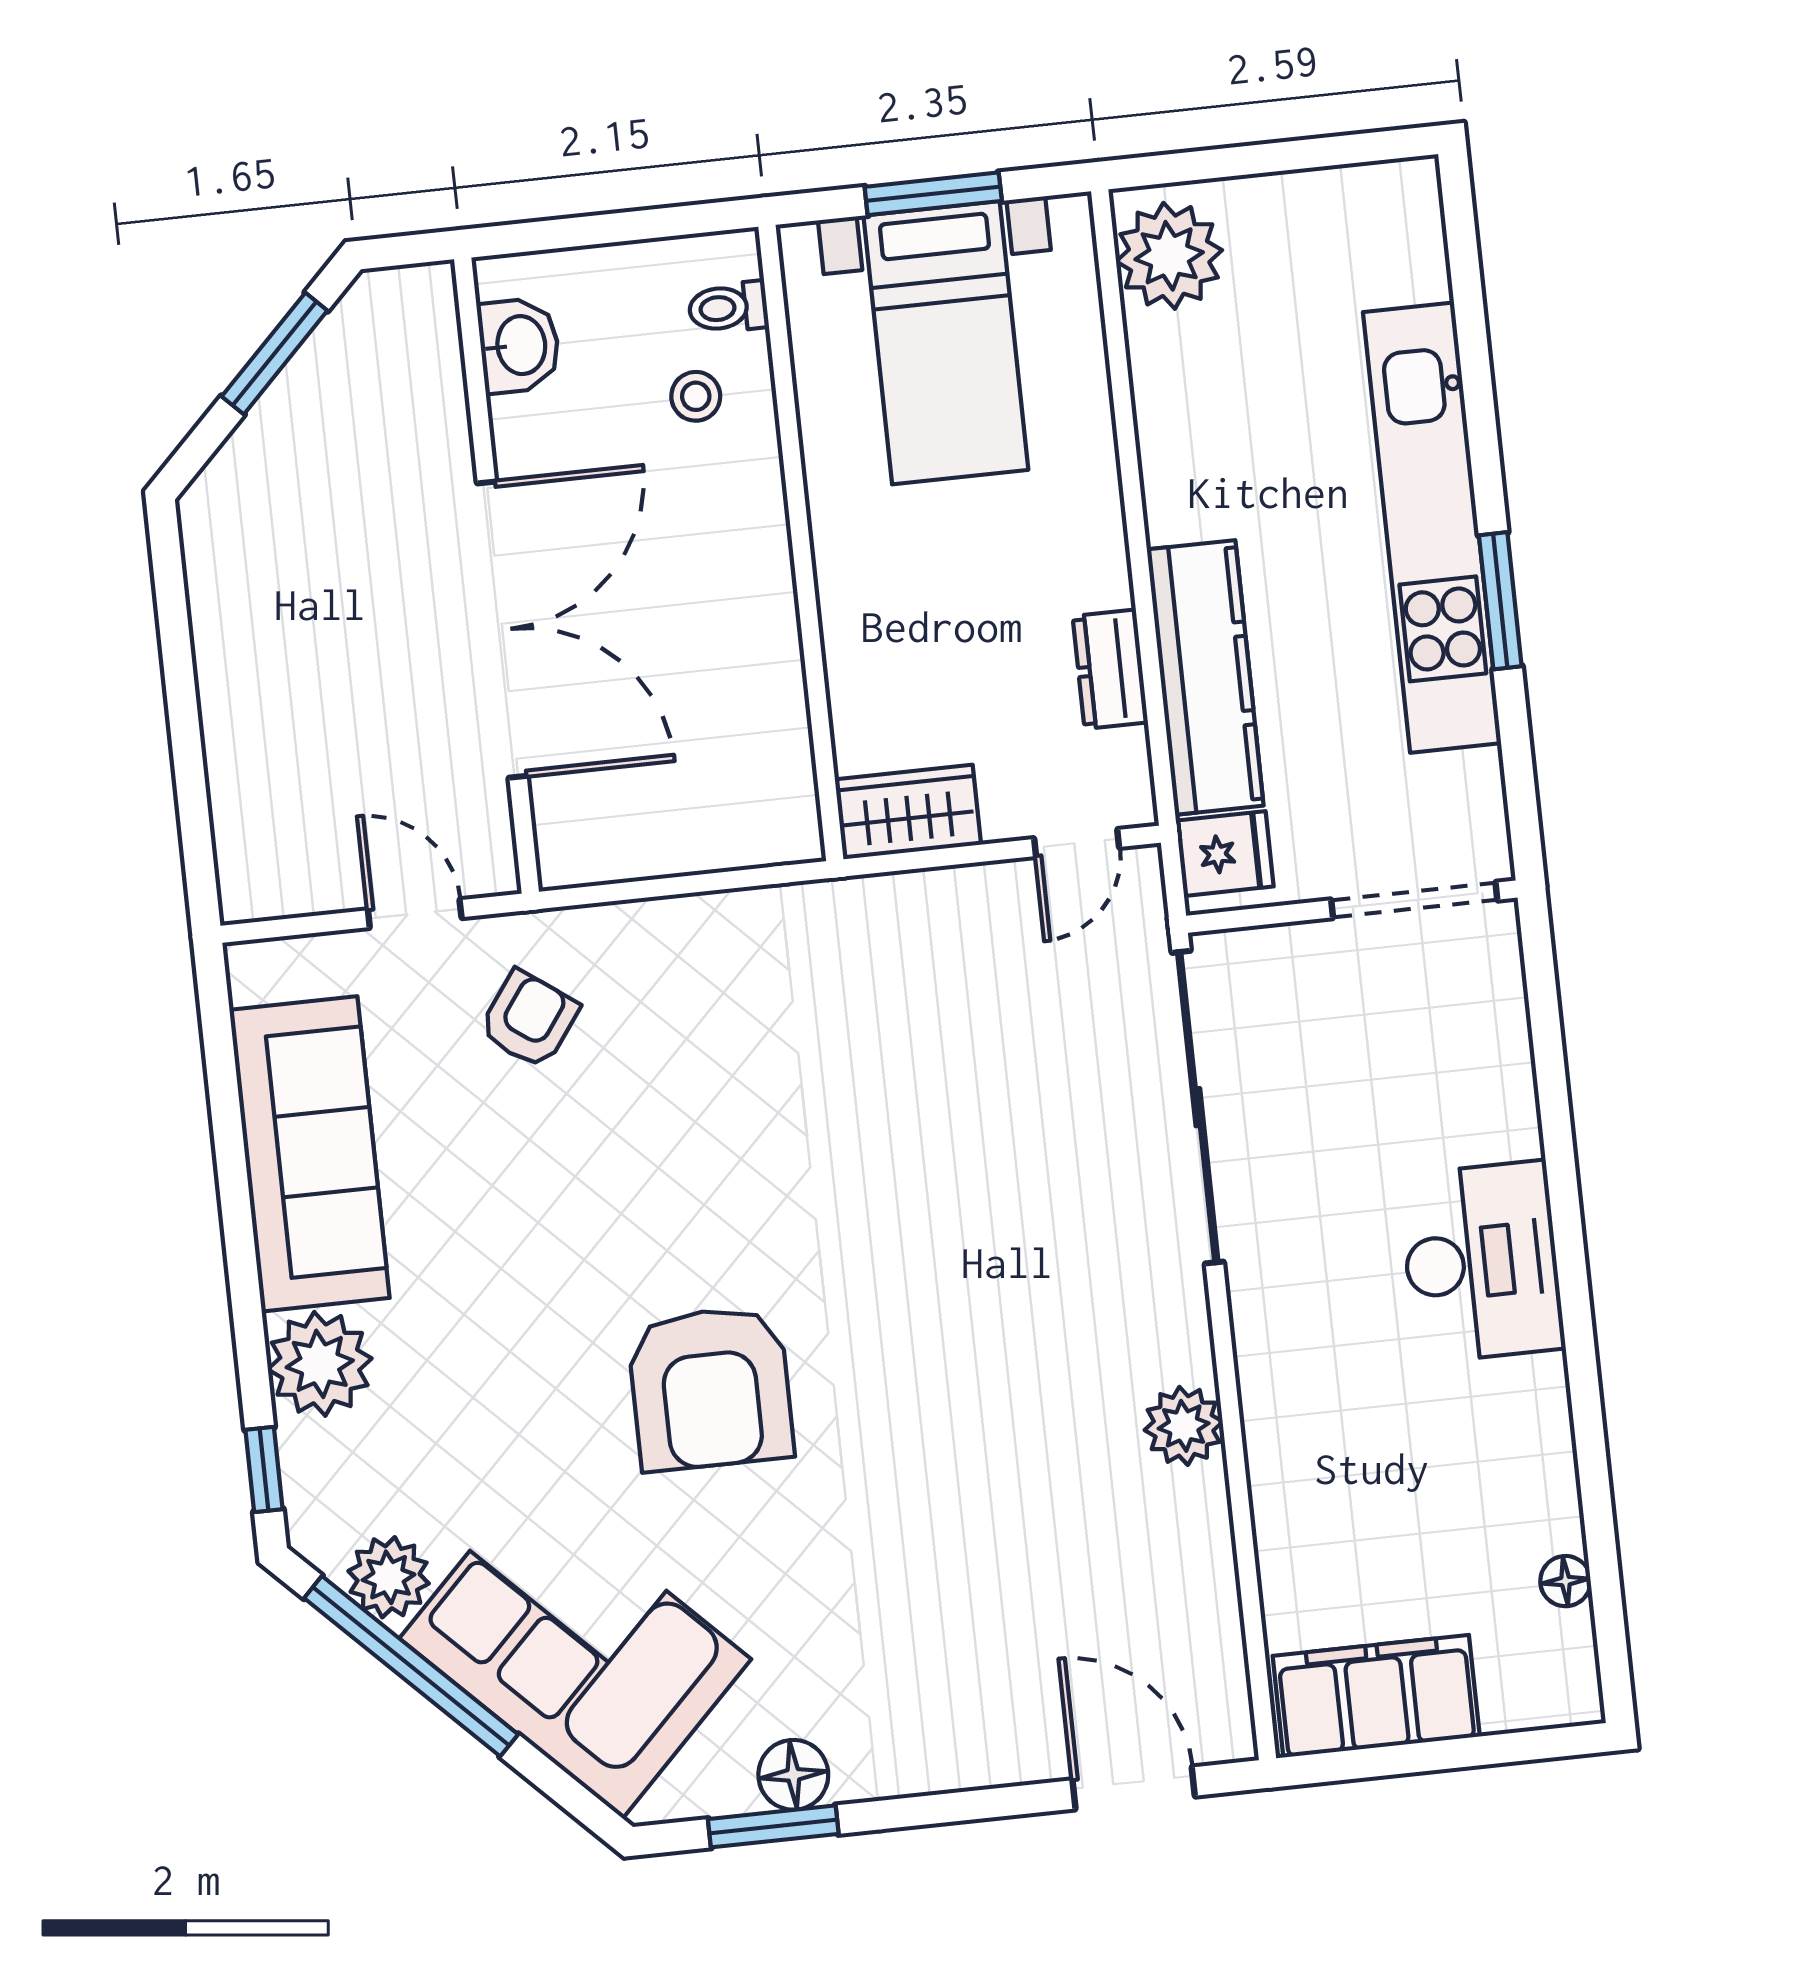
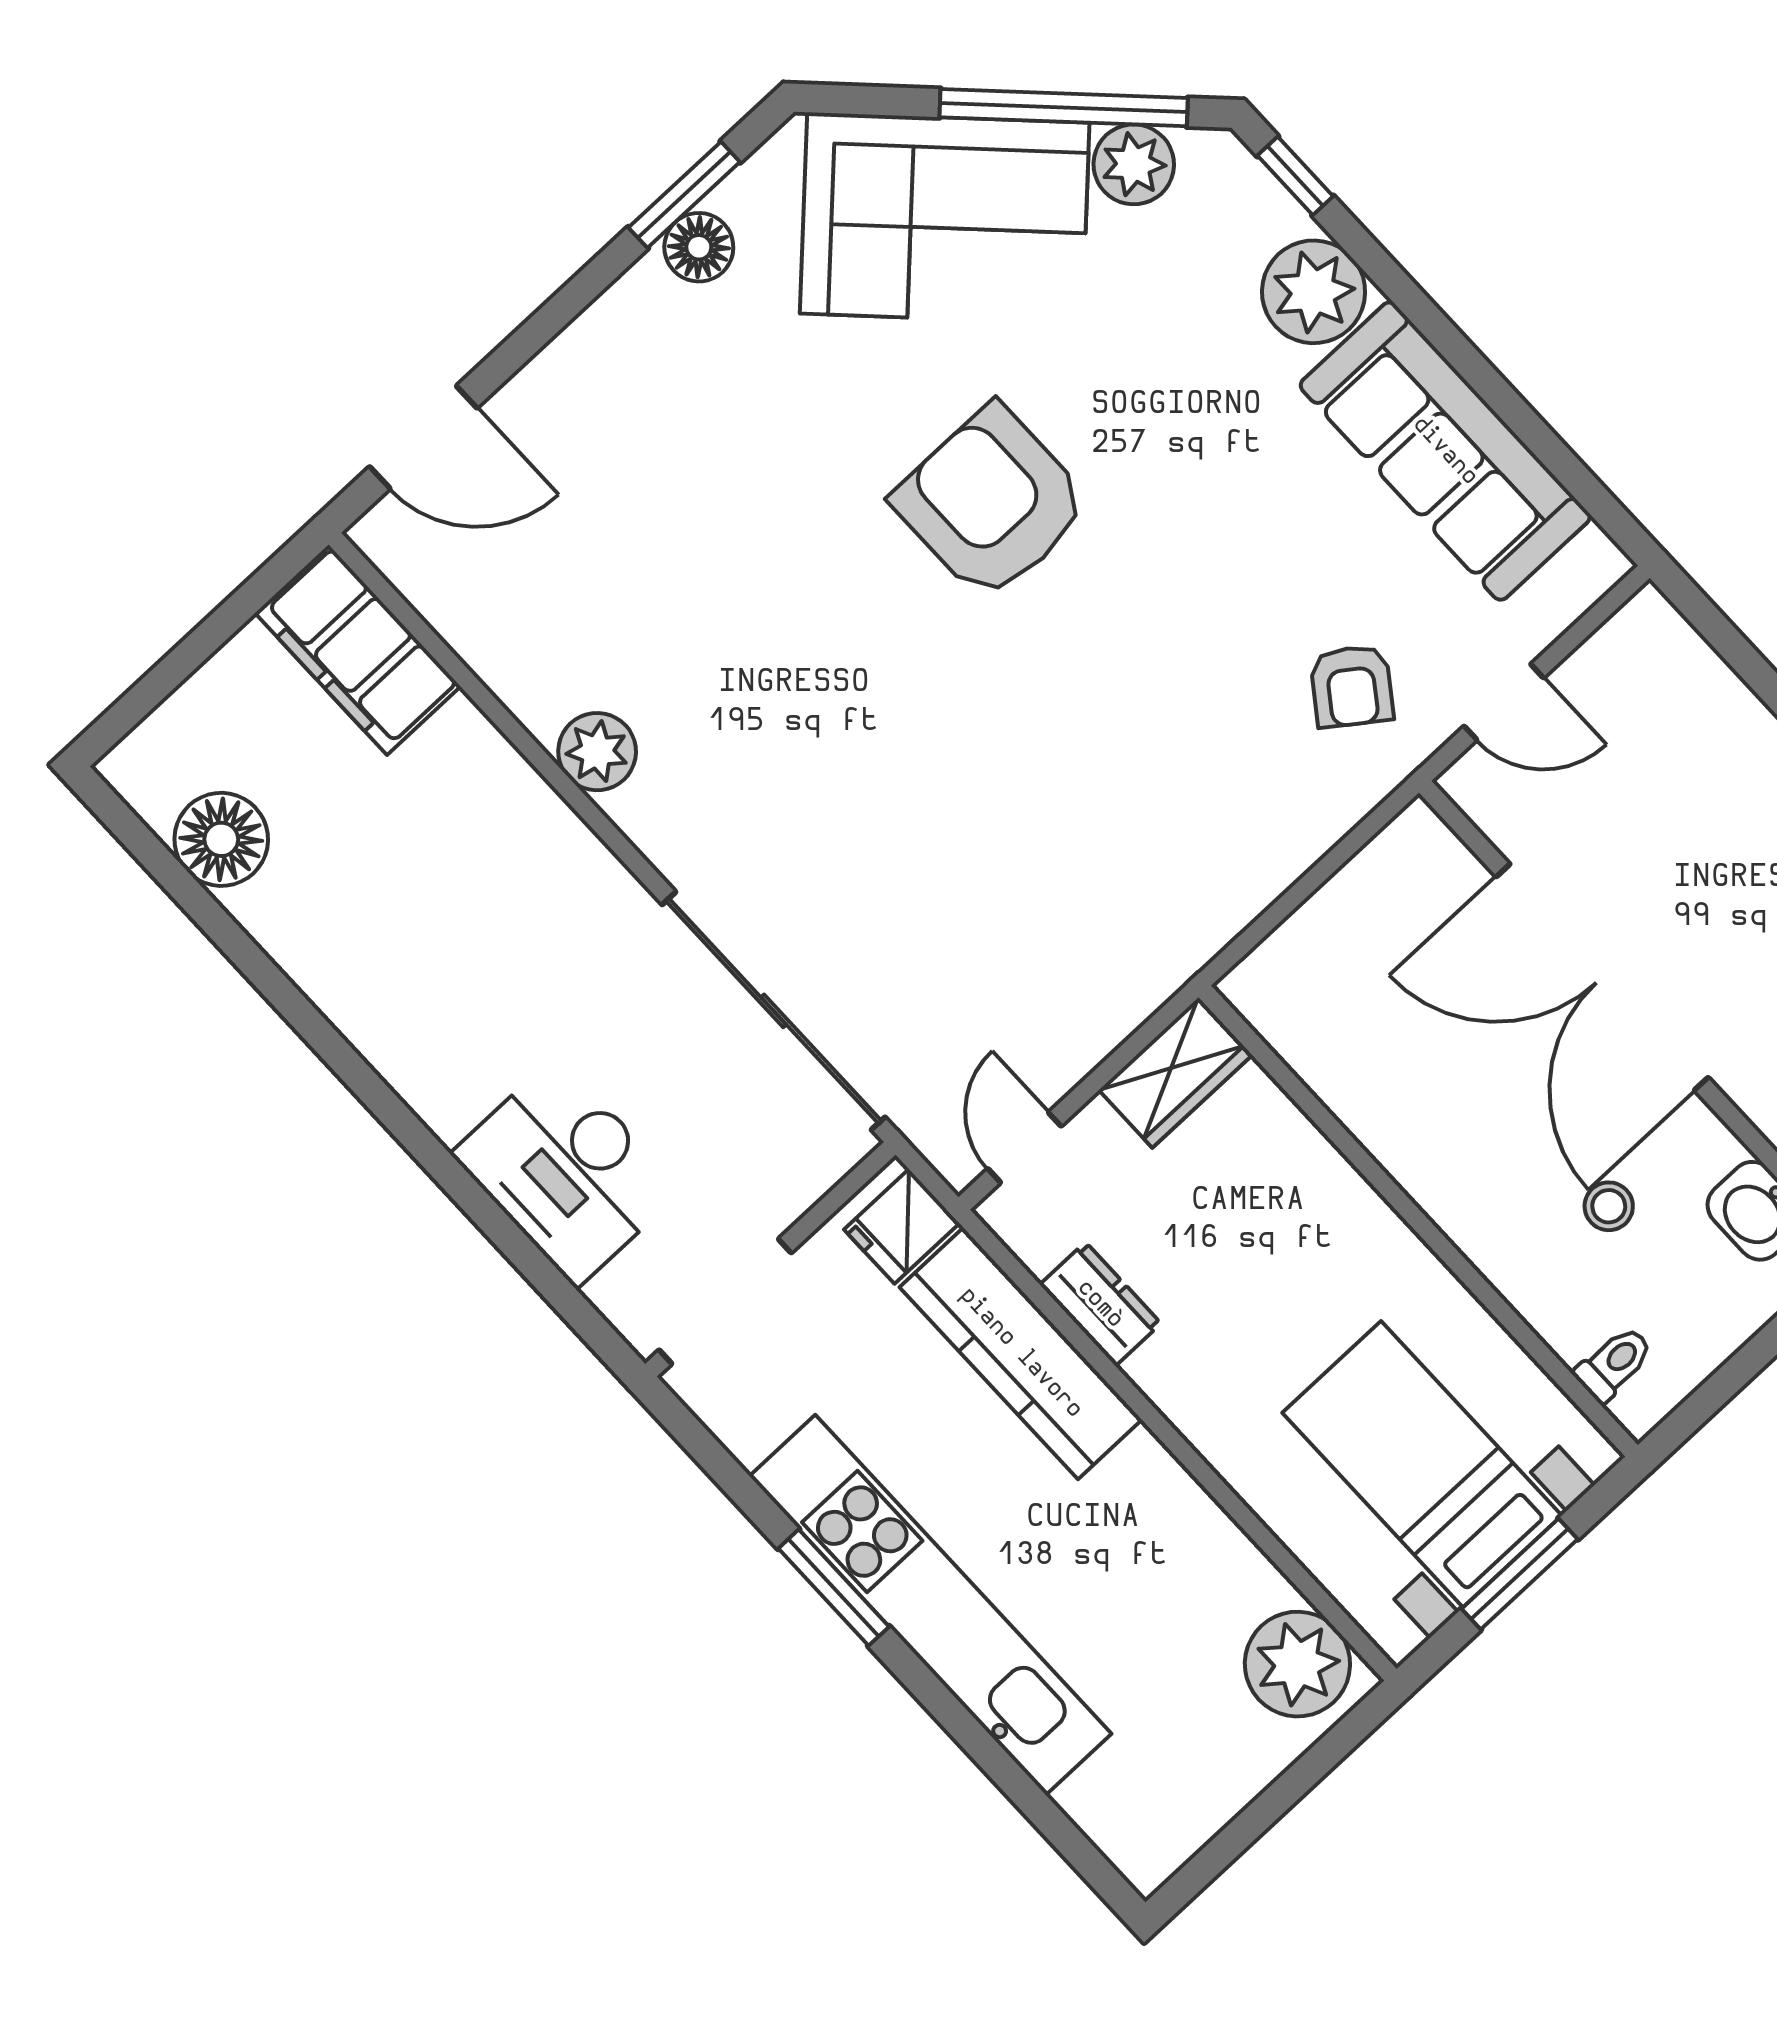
stool: (696, 396) -> (1609, 1206), moved
desk: (1482, 1262) -> (567, 1172), moved
floor lamp: (1565, 1581) -> (221, 839), width x1.89, depth x1.89
filing cabinet: (1376, 1696) -> (358, 650), moved, turned 90

